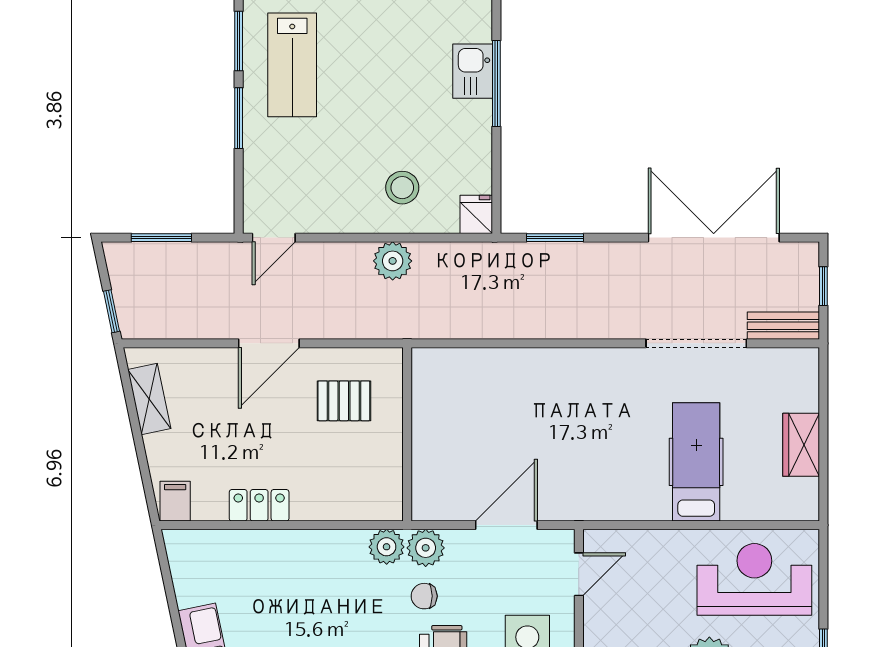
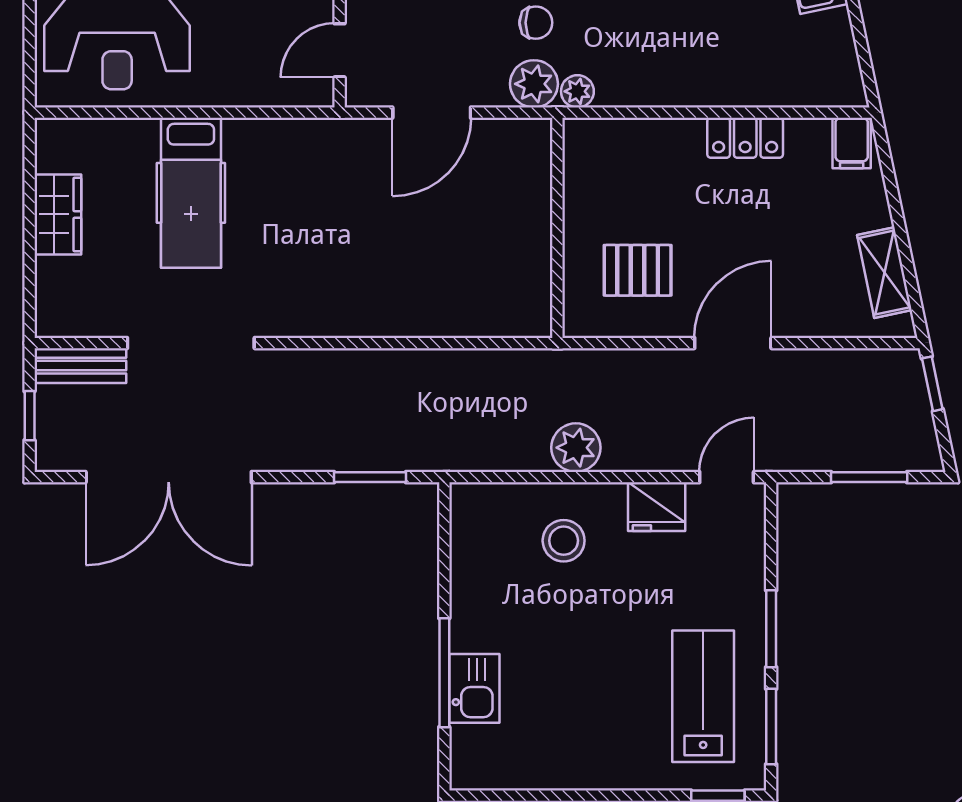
fridge: (476, 214) -> (657, 507), moved, width x1.38
plant: (387, 547) -> (577, 91), width x0.73, depth x0.73

